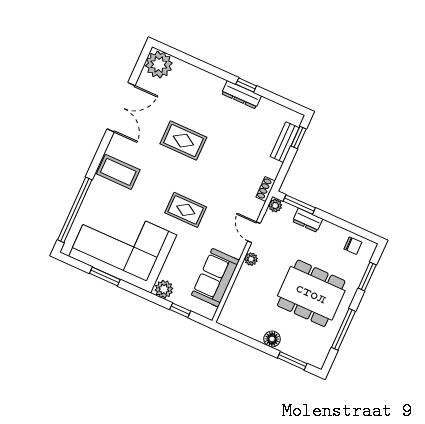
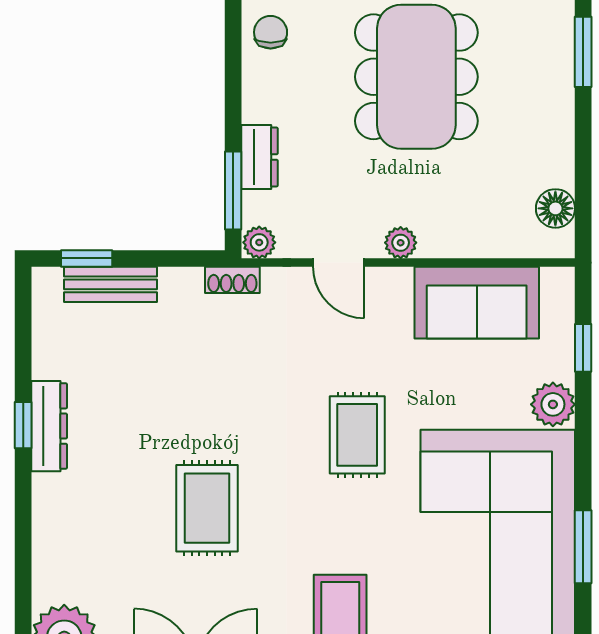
door: (254, 232) -> (339, 263), hinge flipped
floor lamp: (272, 339) -> (555, 208), moved

